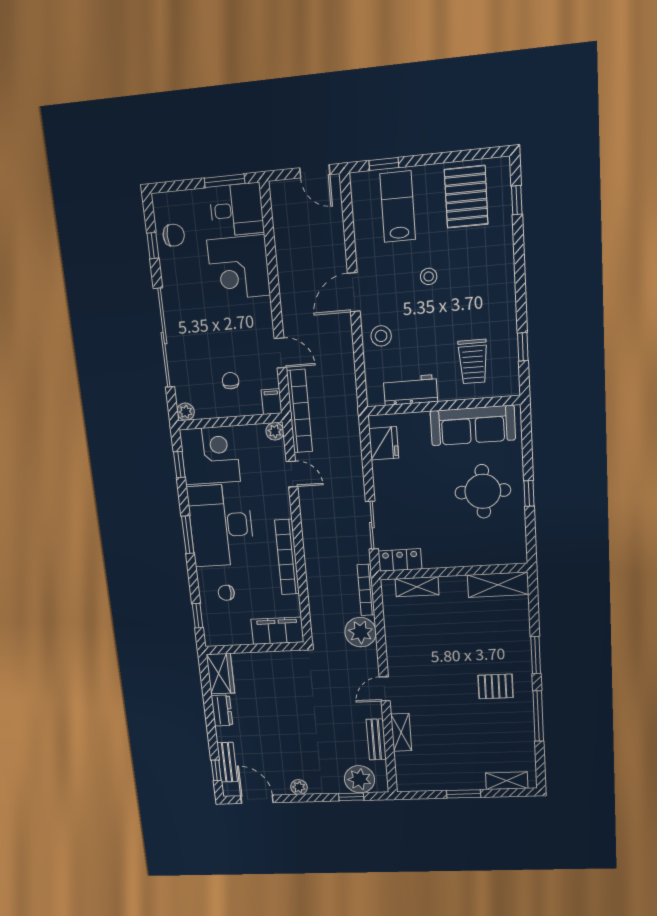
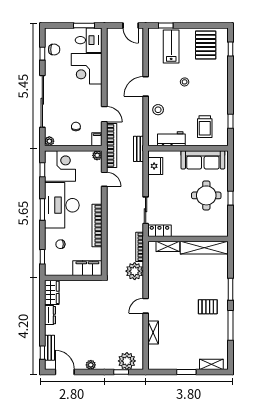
shelving: (498, 585) -> (204, 248), width x1.47
bench: (376, 739) -> (138, 149), moved

